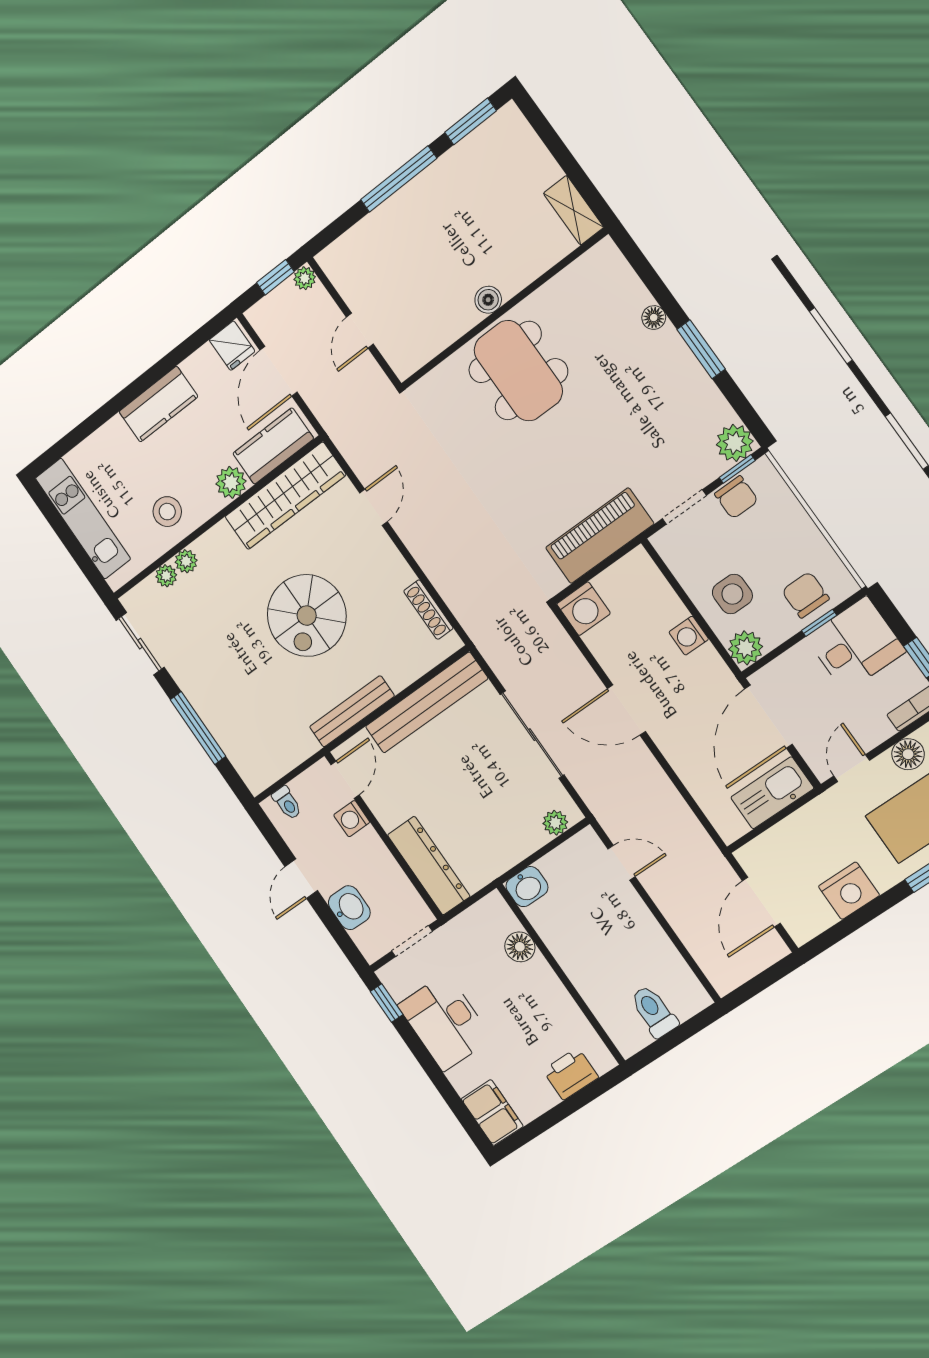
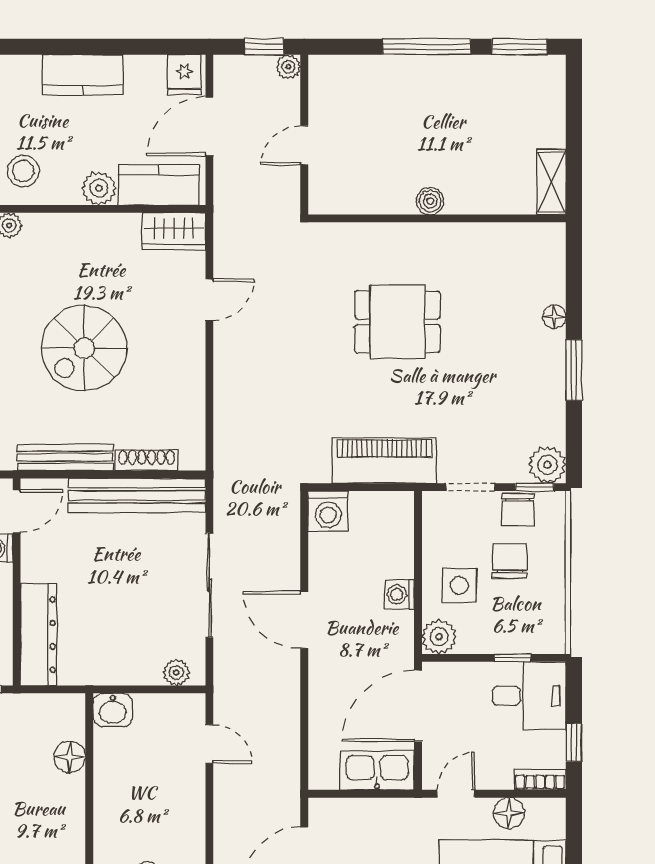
dining table: (518, 371) -> (397, 322), moved, width x0.73
wardrobe: (285, 496) -> (174, 231), width x0.48, depth x0.85
chair: (805, 595) -> (510, 561), moved
shoe rack: (428, 610) -> (147, 460), moved, turned 90

